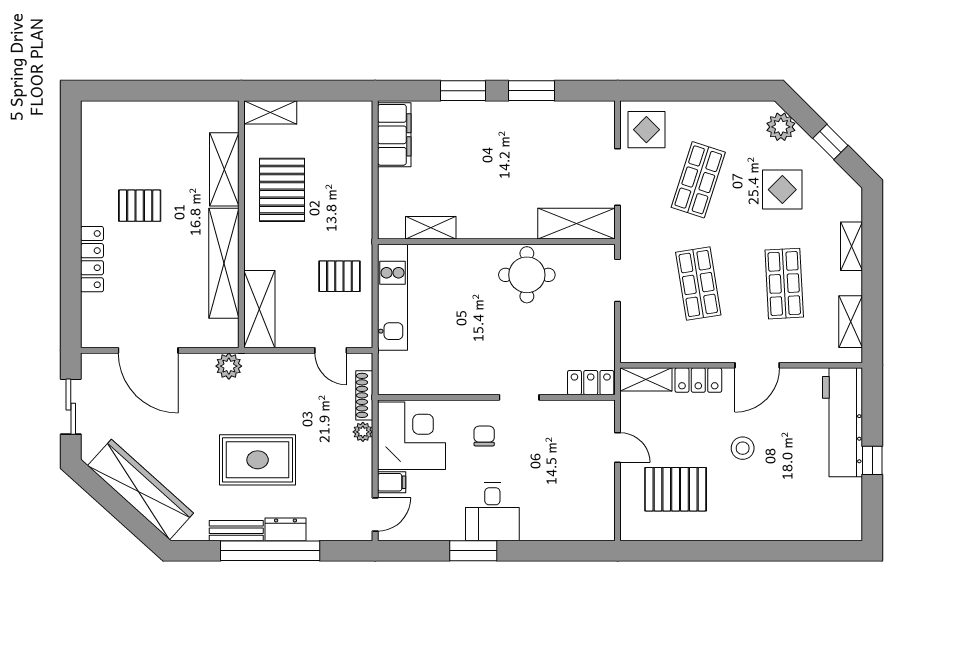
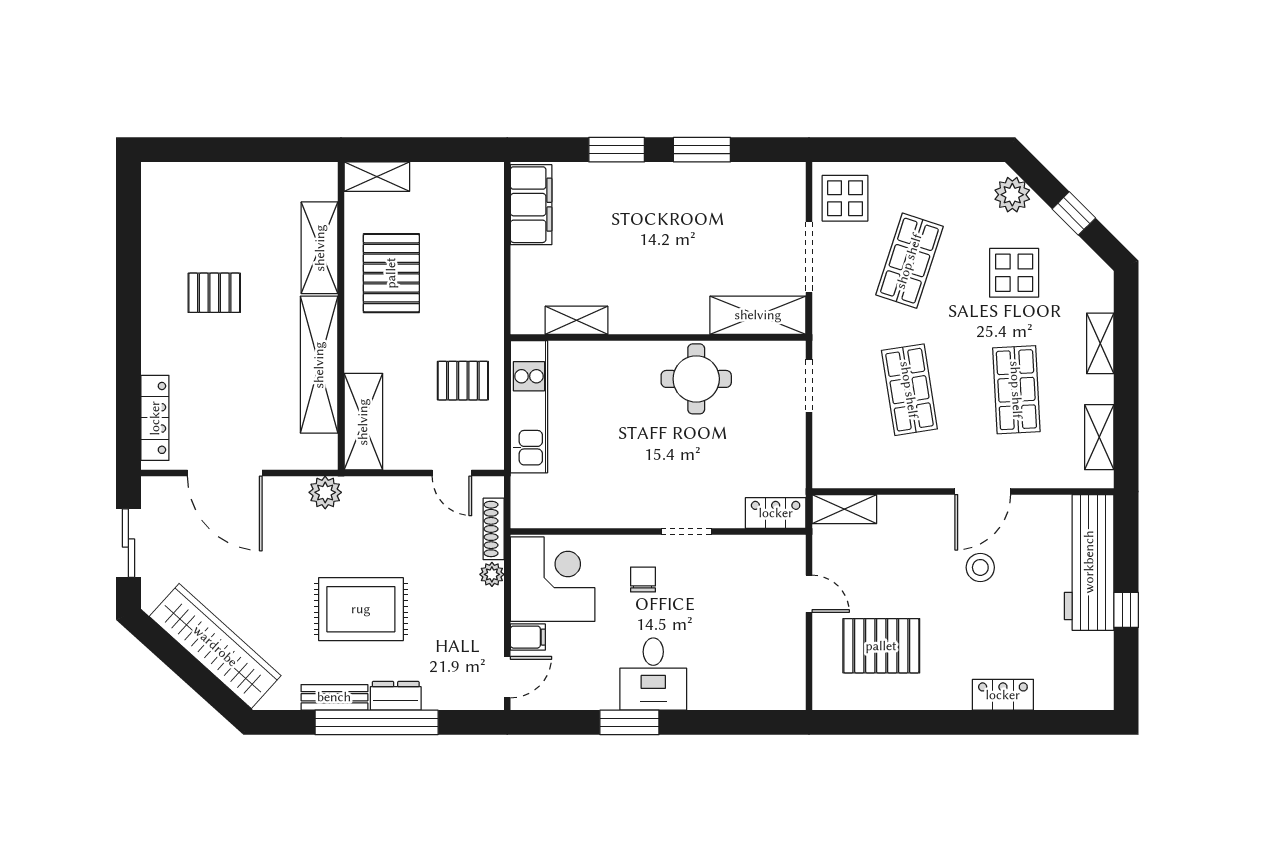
locker: (92, 259) -> (155, 418), moved
locker: (698, 380) -> (1003, 695), moved, turned 180
stool: (743, 448) -> (980, 567), moved

